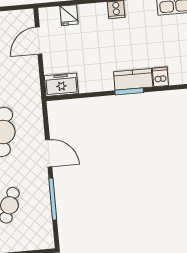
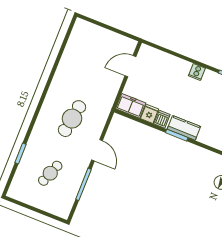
fridge: (69, 15) -> (150, 114), moved, turned 180
dishwasher: (160, 77) -> (162, 119), moved

